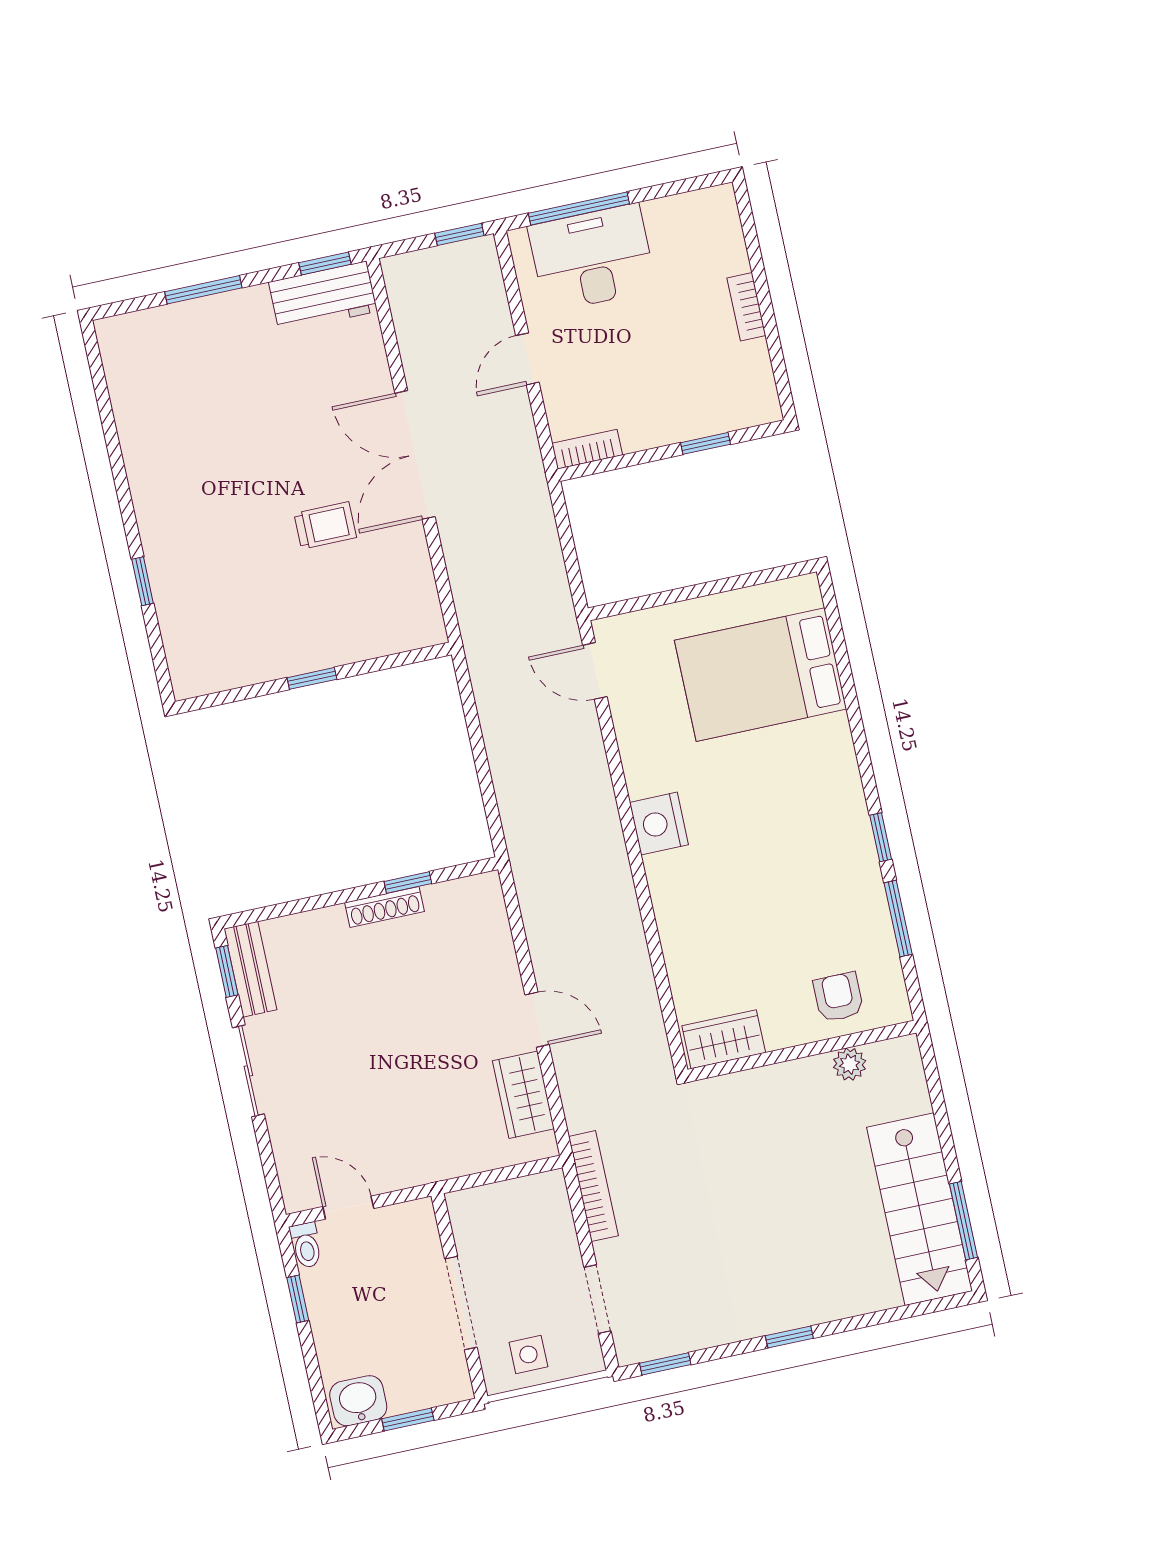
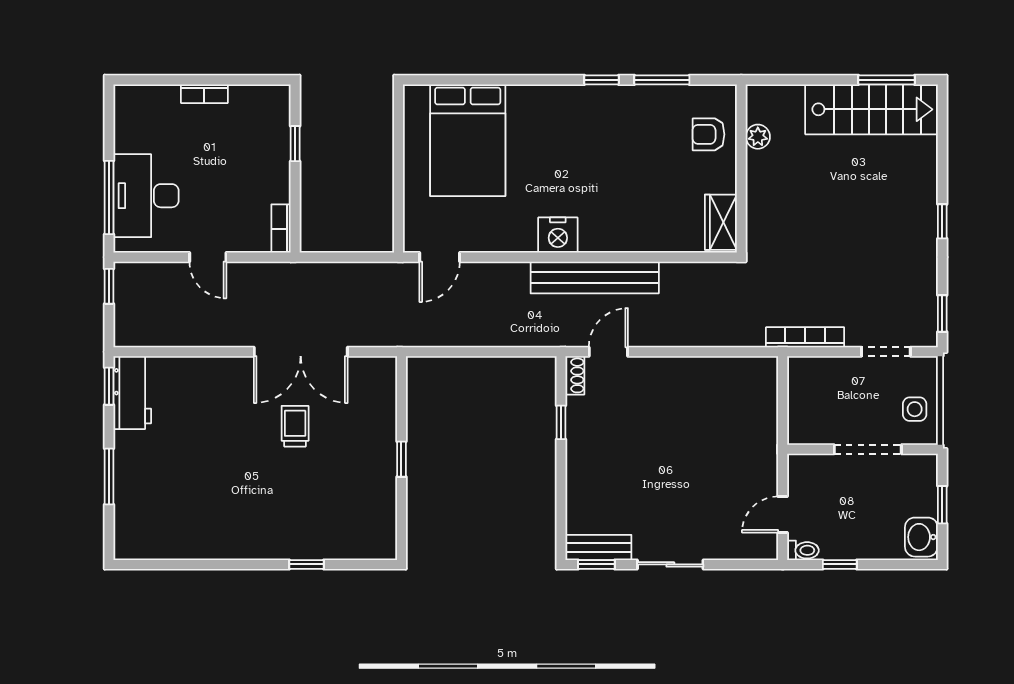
double door: (415, 455) -> (301, 352), moved
bench: (613, 886) -> (595, 278), added
shoe rack: (385, 907) -> (575, 375), moved, width x0.70
door: (537, 1020) -> (608, 352), moved
wardrobe: (523, 1095) -> (730, 373), removed

